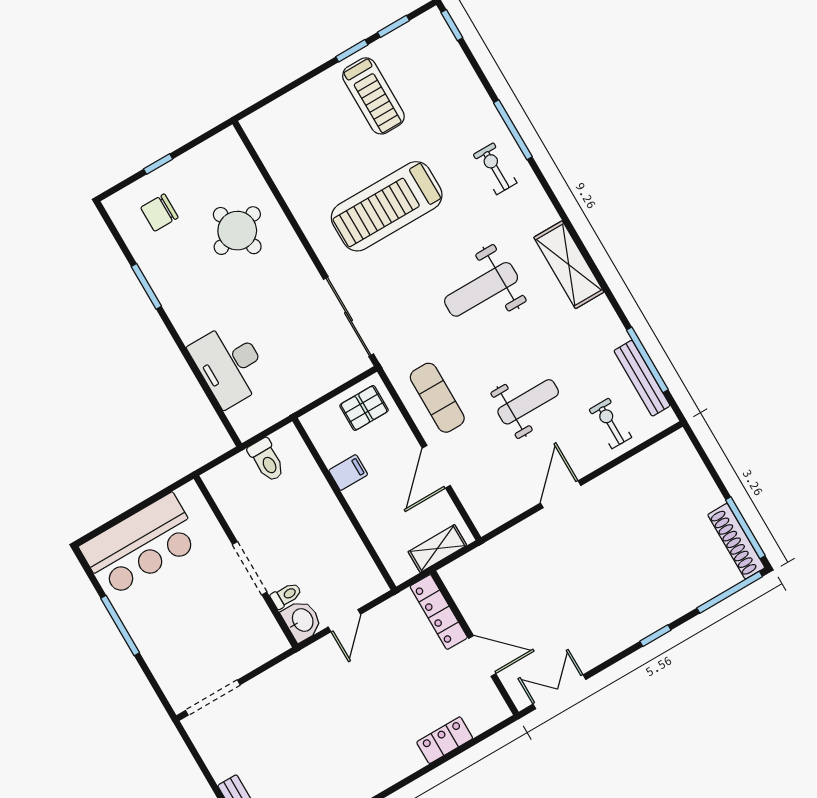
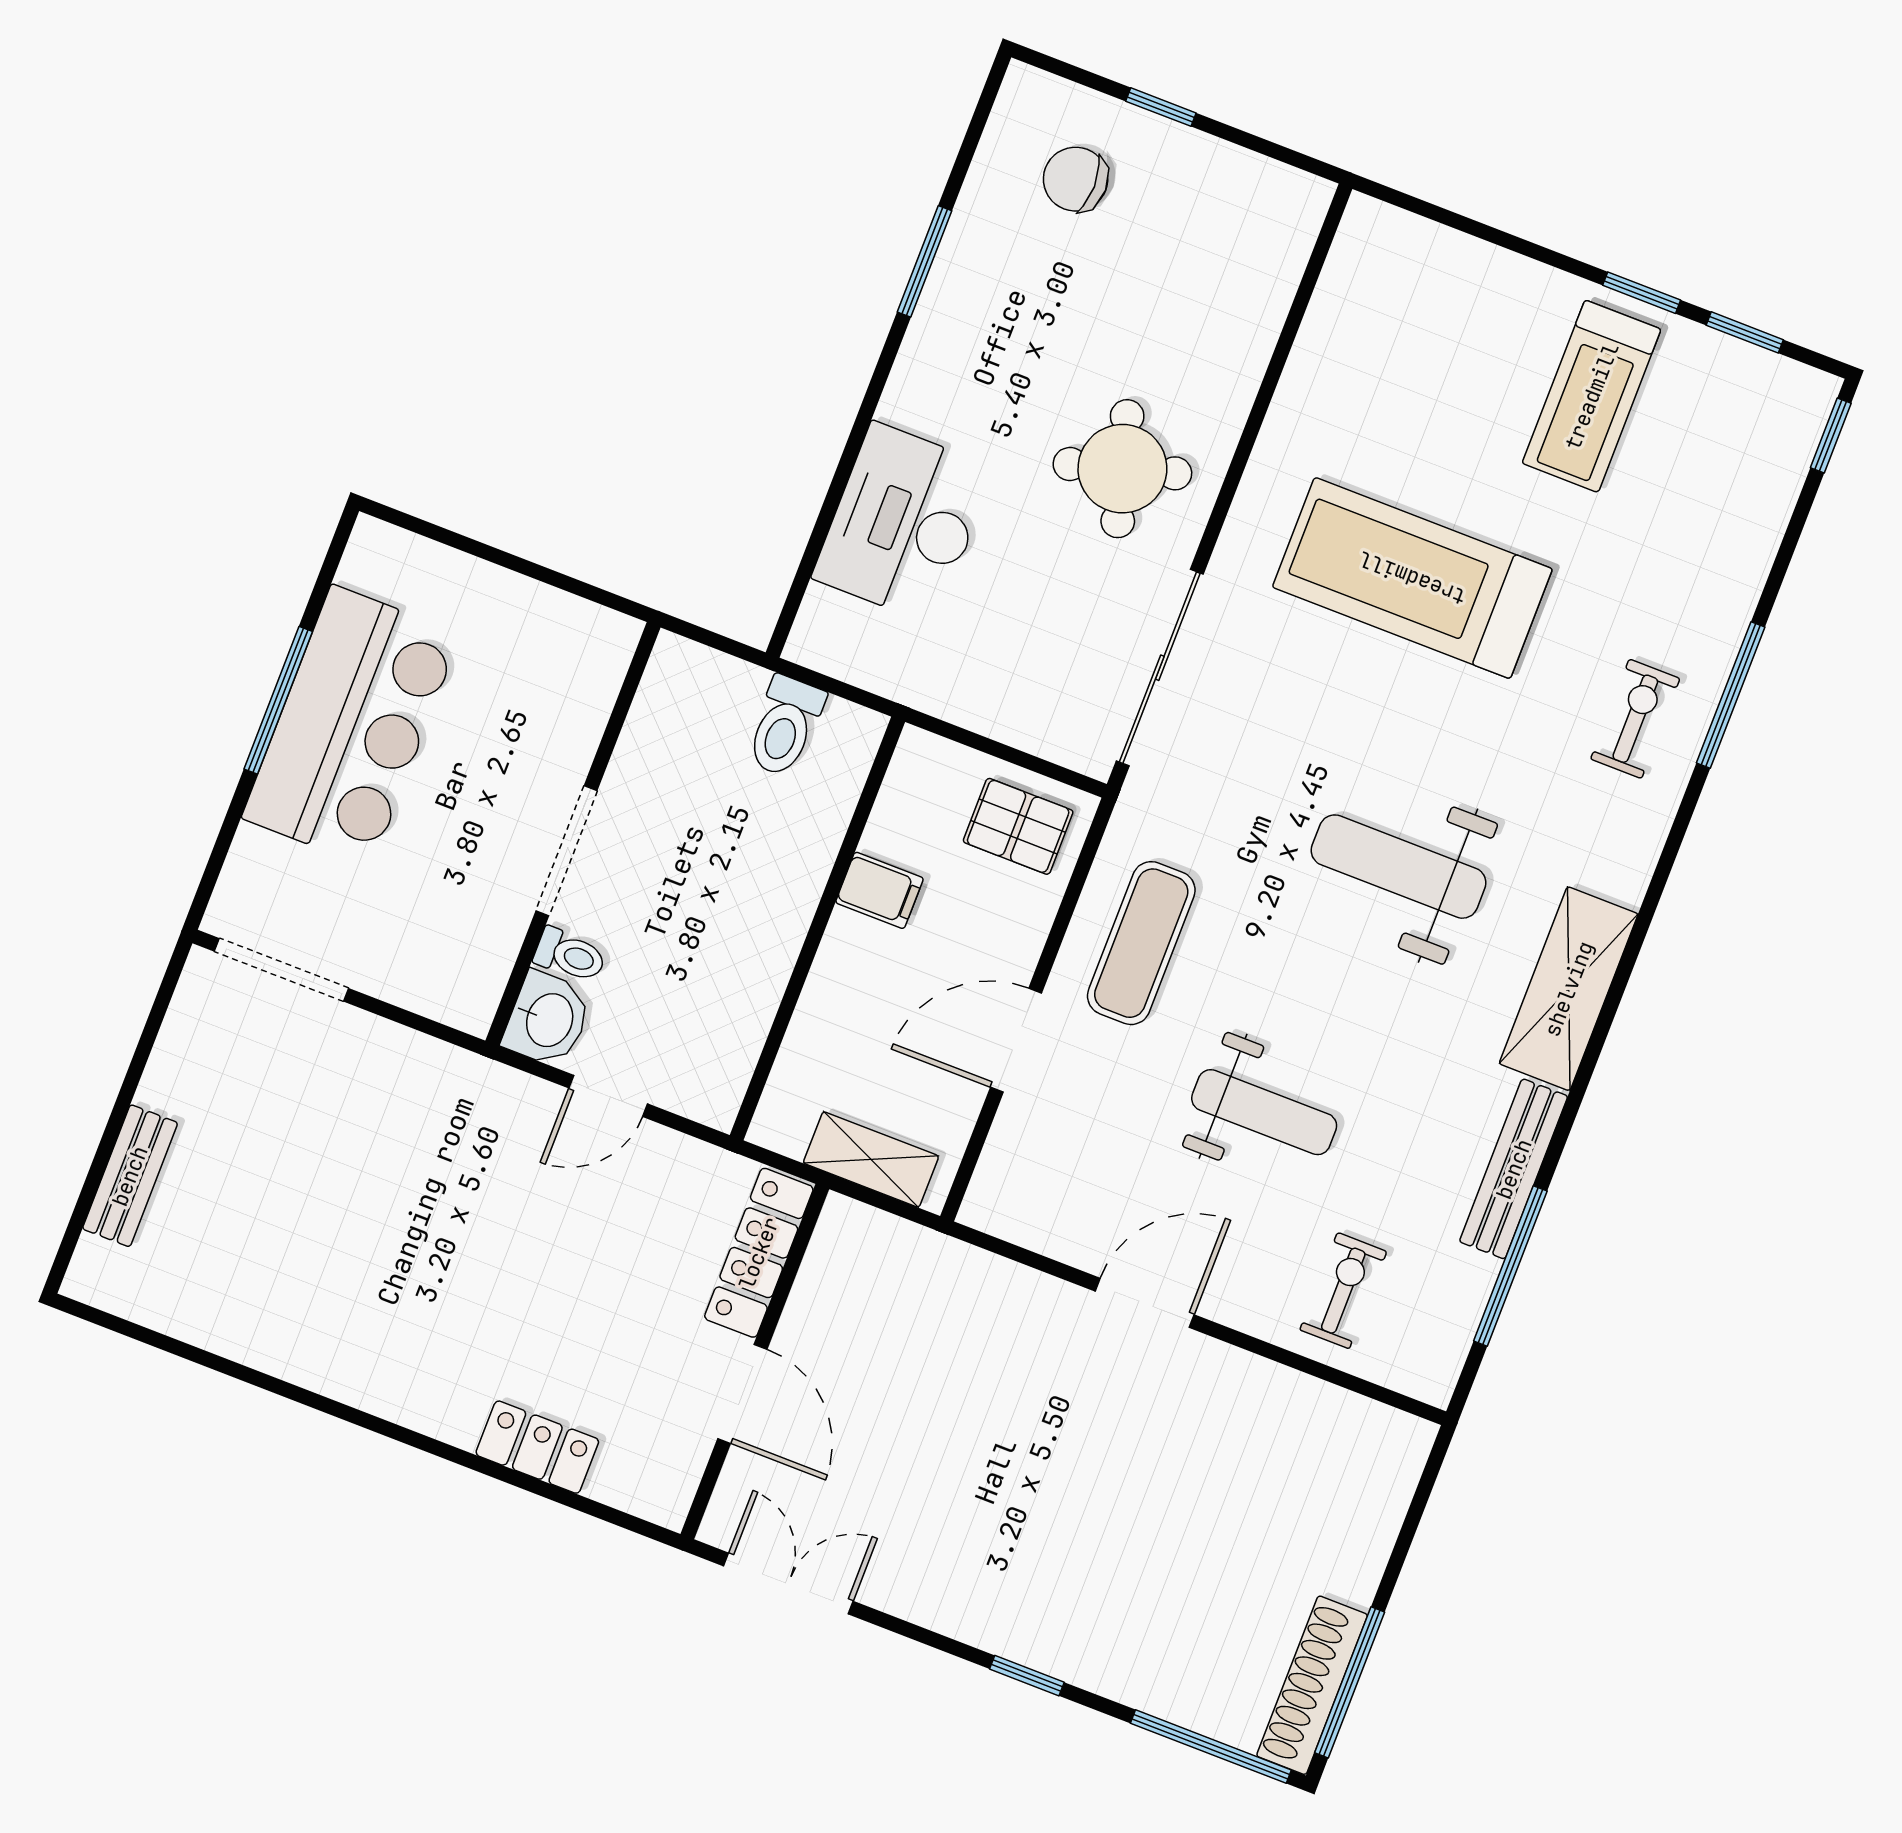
round table: (237, 231) -> (1122, 469), moved
bench: (642, 378) -> (1514, 1169), moved
bar counter: (141, 545) -> (351, 726), moved, turned -90

